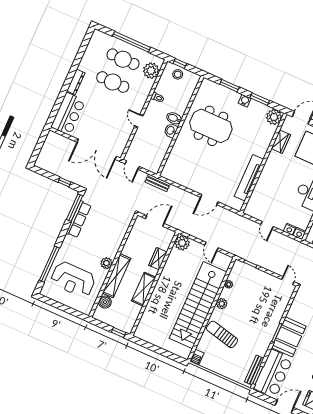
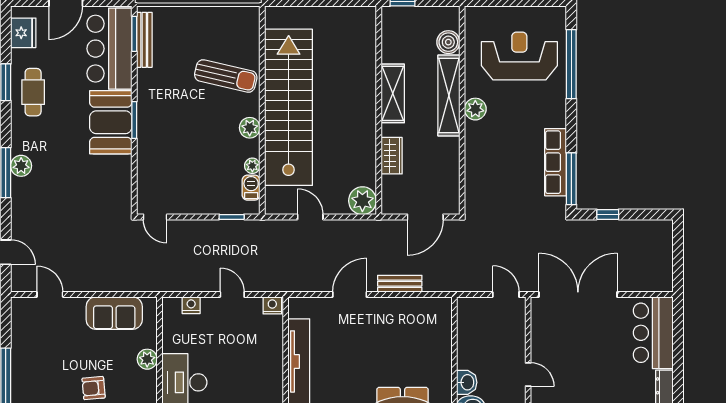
bench: (158, 183) -> (400, 284), moved
nightstand: (299, 233) -> (272, 305), moved
barbecue: (197, 357) -> (251, 188), moved

